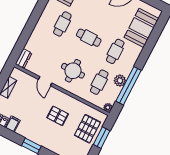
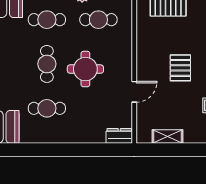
round table: (73, 71) -> (85, 69), moved
pallet: (58, 116) -> (180, 68), moved

